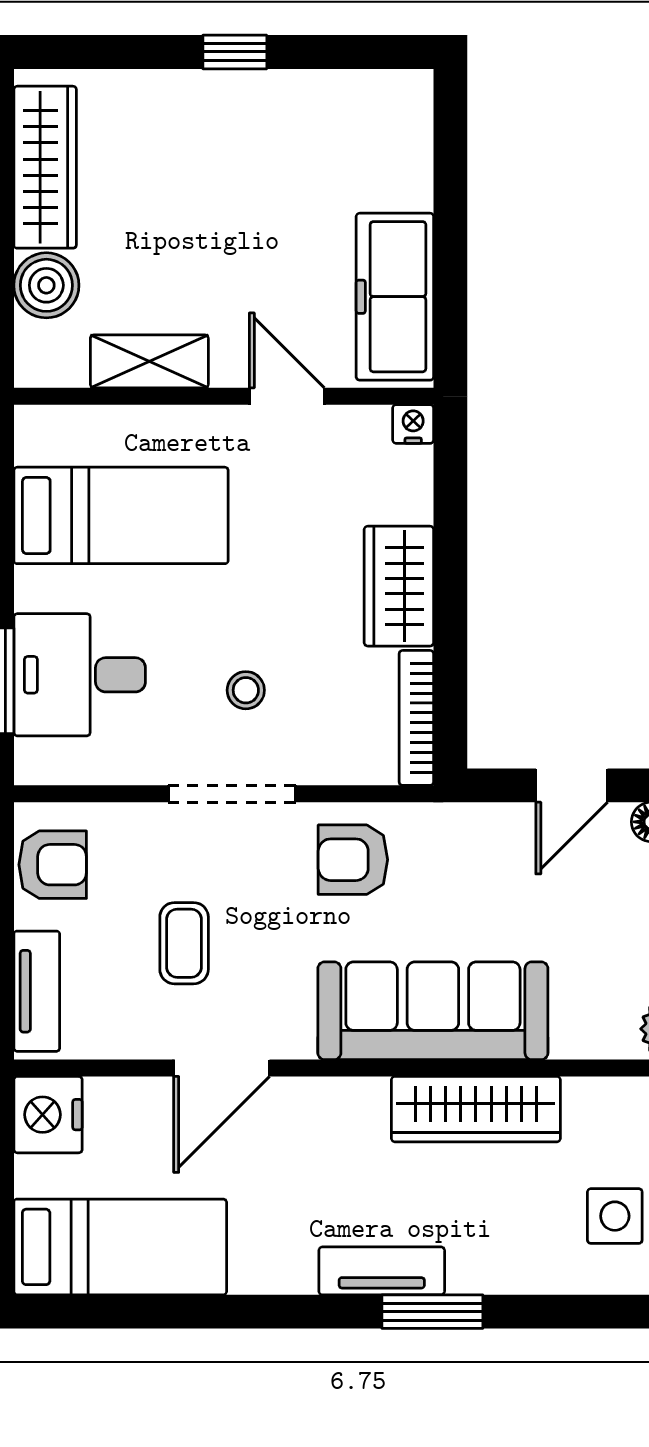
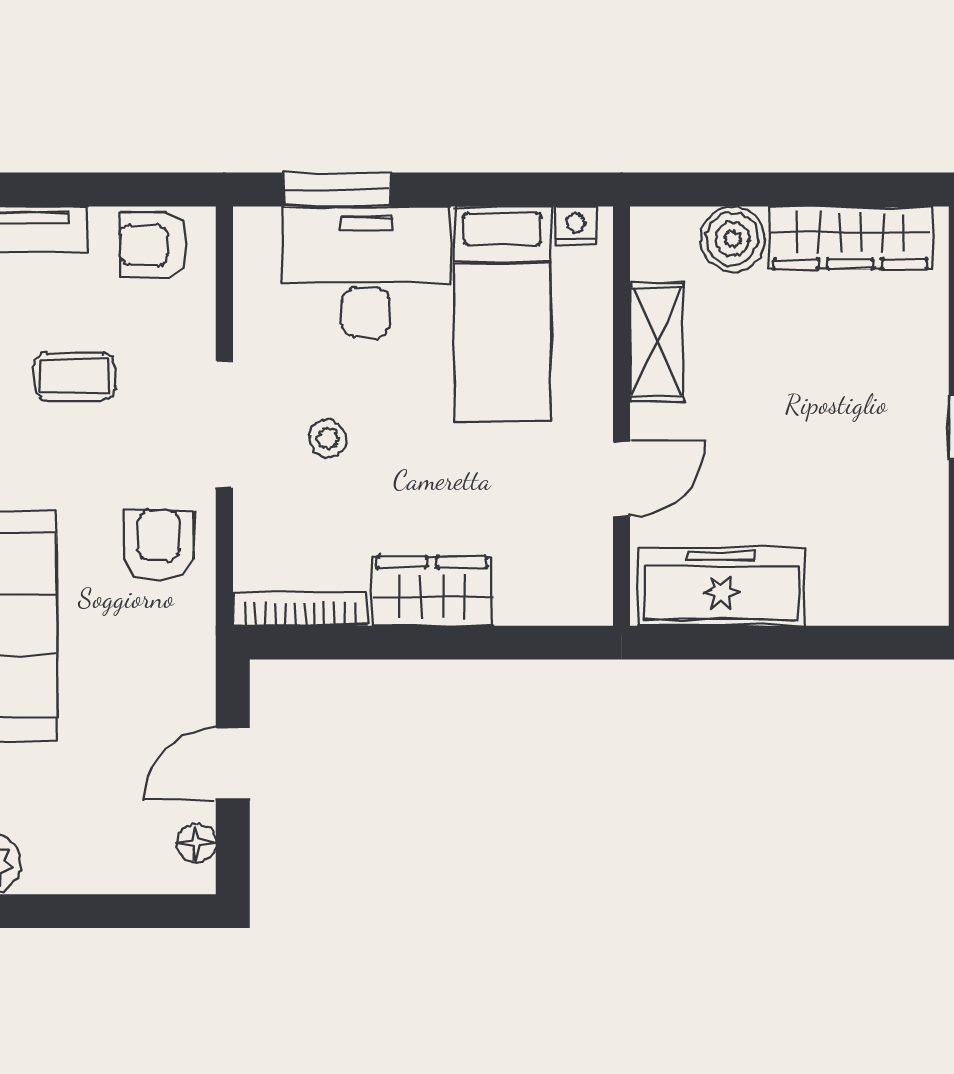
nightstand: (413, 424) -> (576, 226), moved, turned -90
desk: (80, 675) -> (366, 272), width x1.37
door: (572, 785) -> (233, 764), hinge flipped
armchair: (53, 865) -> (154, 245), turned 90

